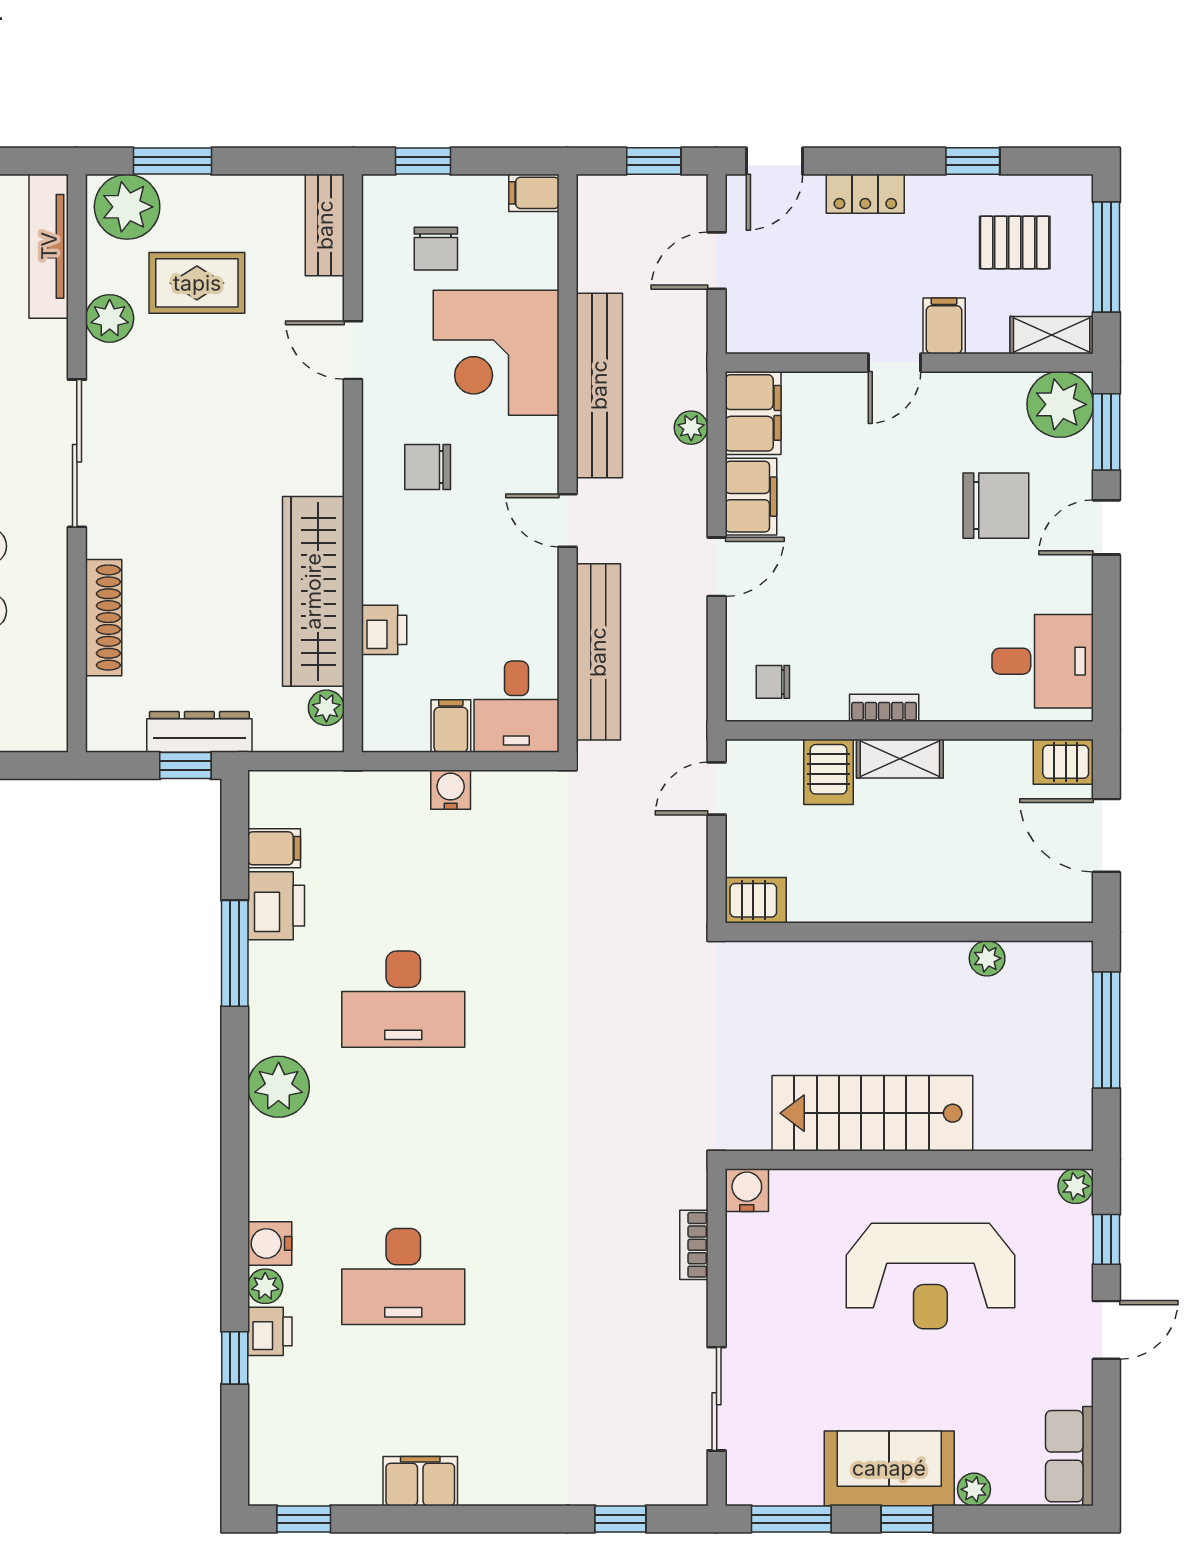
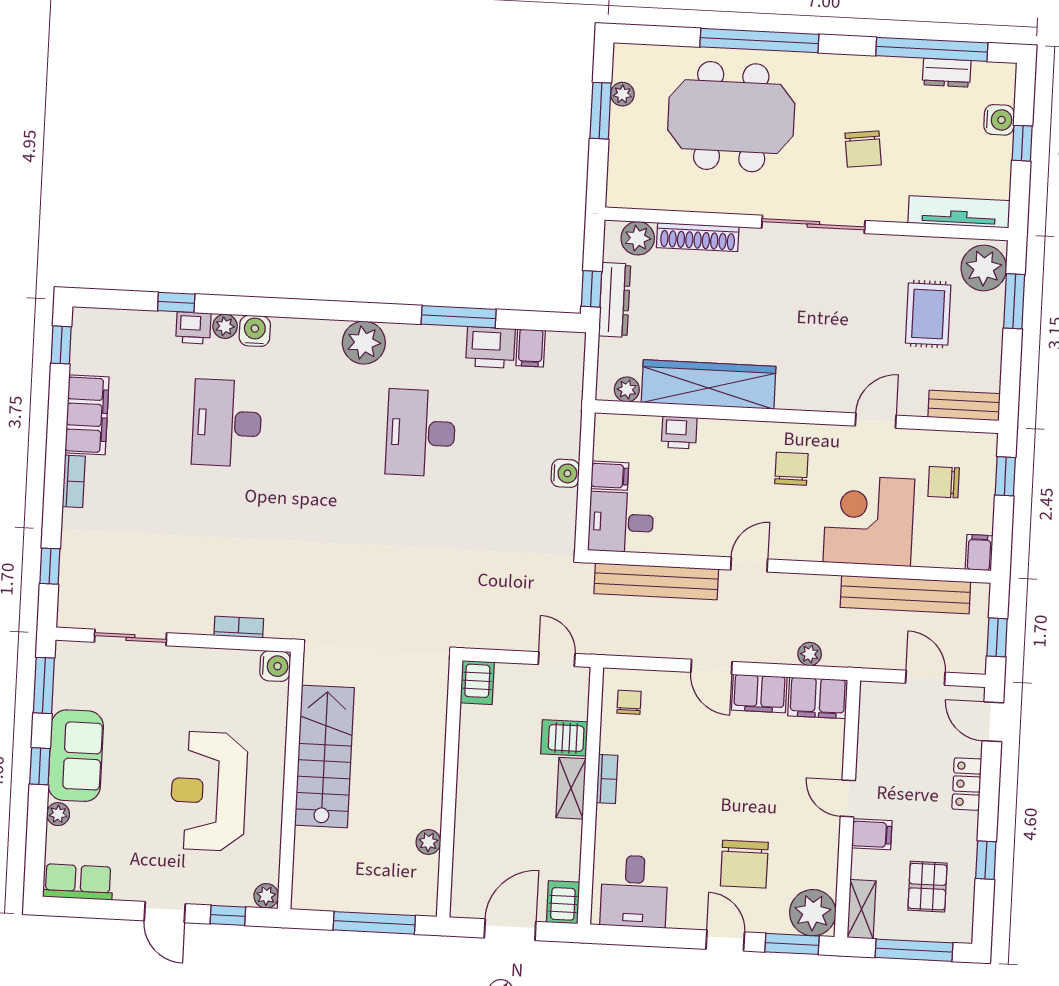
plant: (110, 318) -> (638, 238), moved
bench: (599, 385) -> (905, 595), moved
filing cabinet: (420, 1481) -> (87, 415), width x1.50, depth x1.17
bookcase: (498, 1491) -> (74, 481), added

